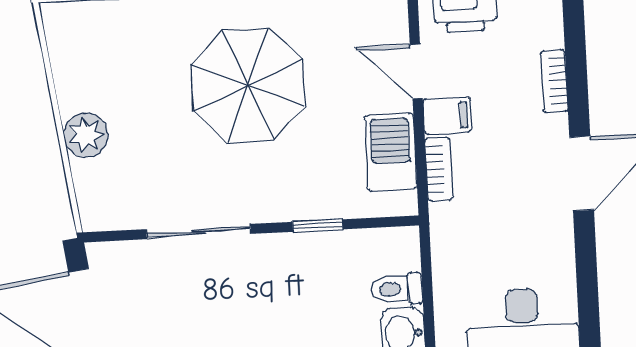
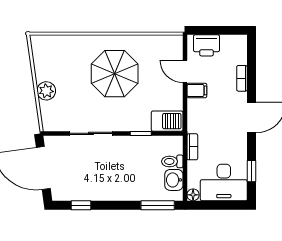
barbecue: (391, 152) -> (167, 121), moved, turned 90
bookcase: (439, 169) -> (192, 147), moved
window: (588, 302) -> (251, 171), added

